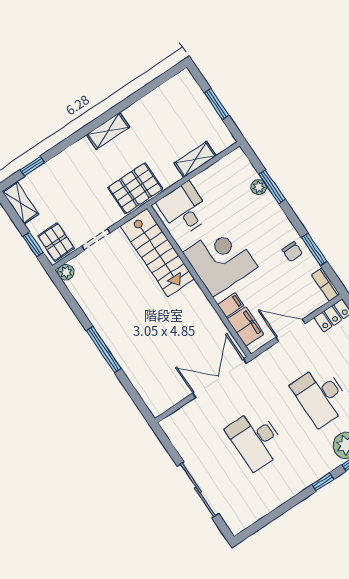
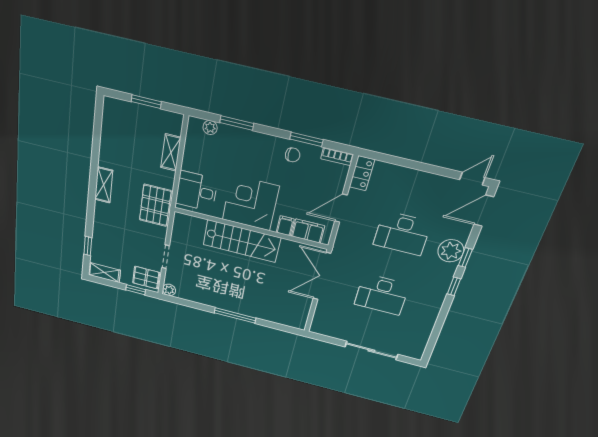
plant: (259, 187) -> (210, 128), moved
stairs: (157, 253) -> (242, 241), moved

